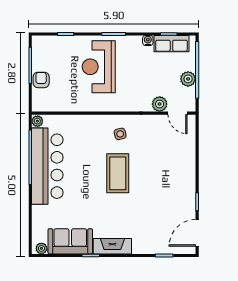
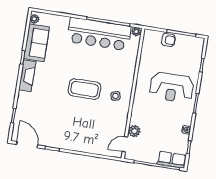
row of seats: (171, 44) -> (172, 160), moved, turned 90
reception desk: (99, 67) -> (172, 87), turned 180
plant: (188, 79) -> (151, 157), removed

